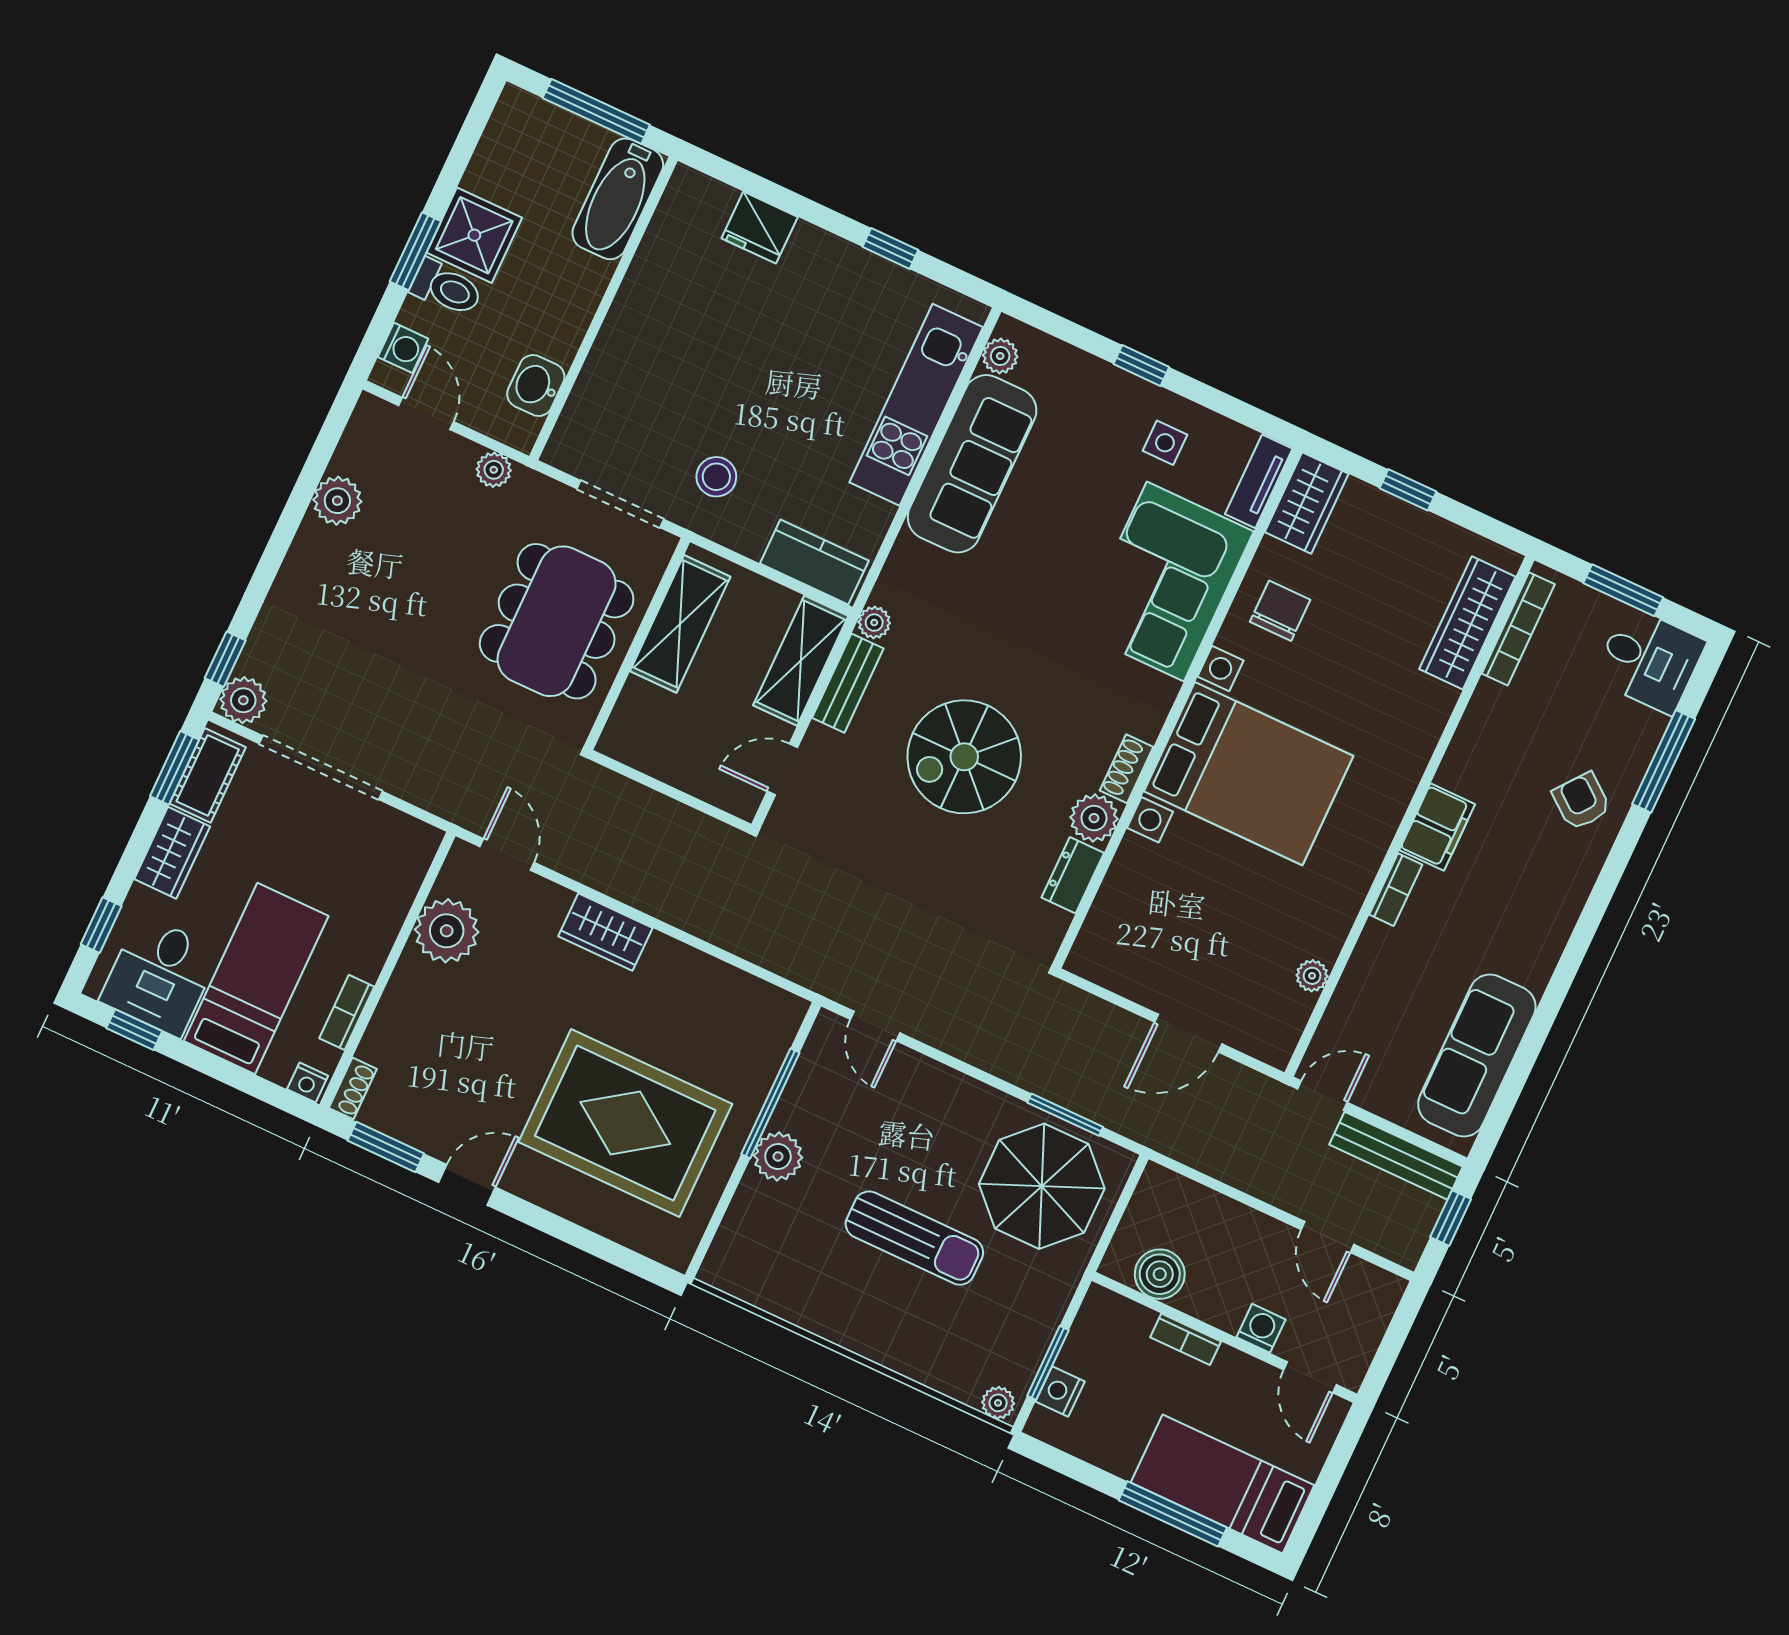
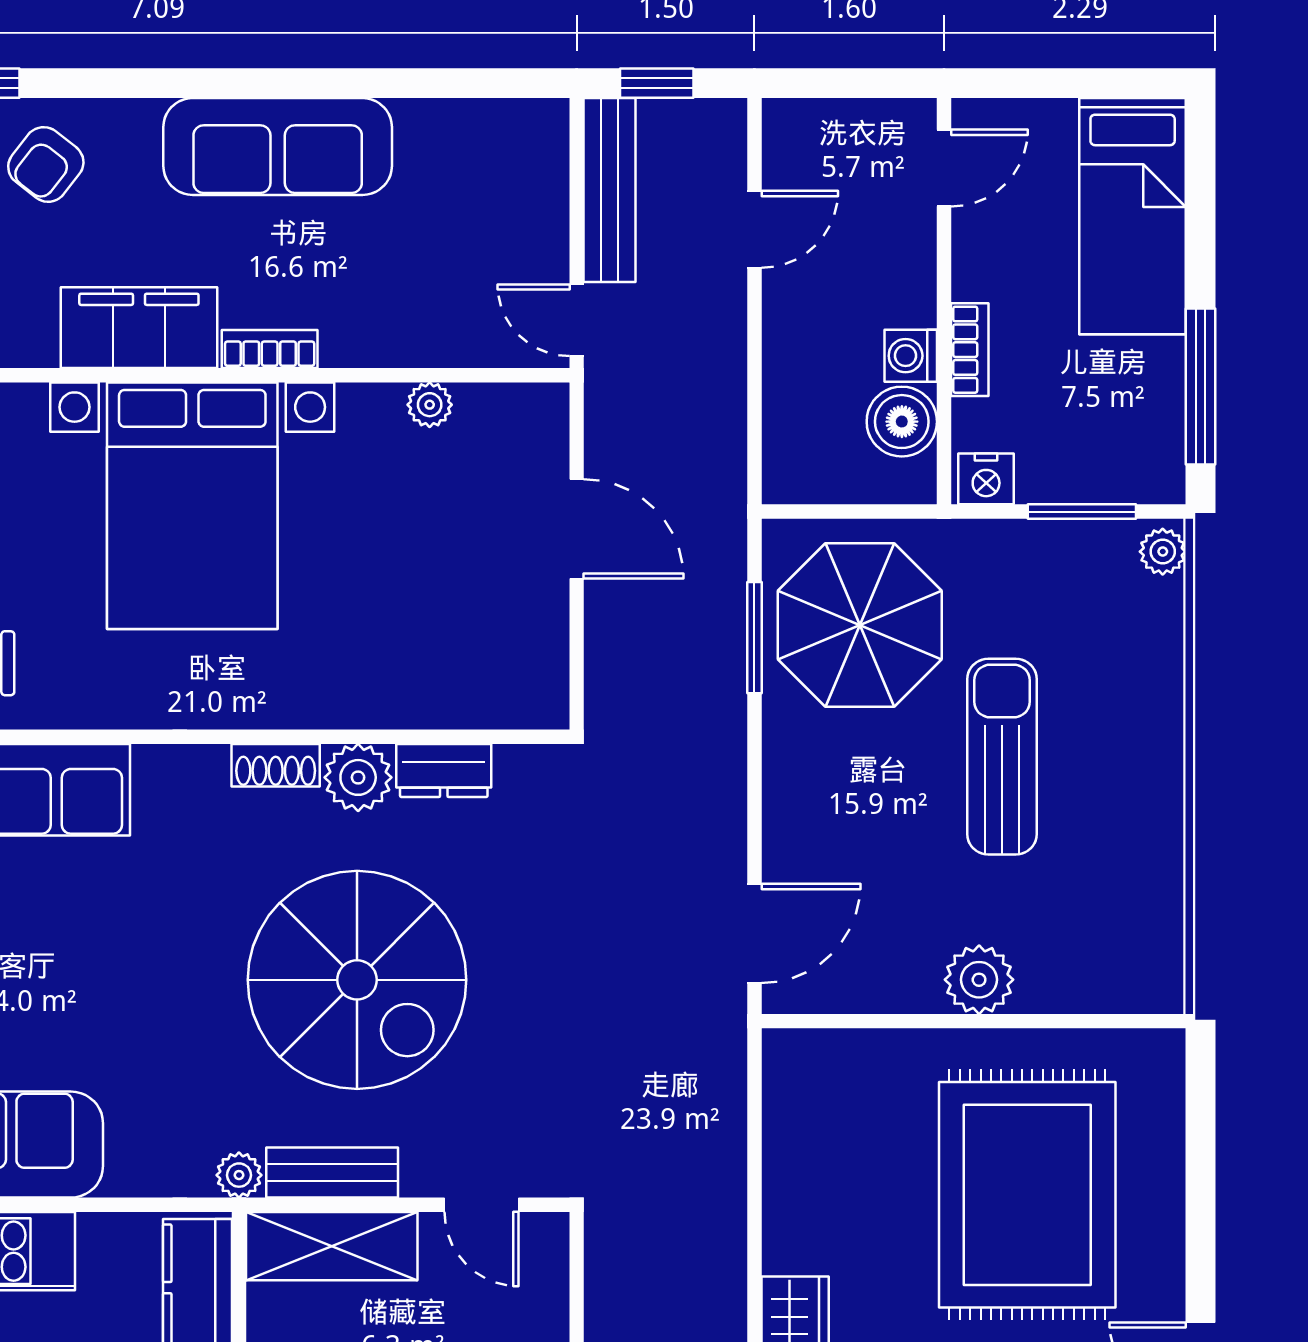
spiral stairs: (964, 757) -> (357, 980), width x1.37, depth x1.37
bed with nightstands: (1249, 774) -> (192, 506), moved, turned 180
filing cabinet: (1437, 827) -> (139, 328), width x1.50, depth x1.17
door: (875, 1026) -> (754, 933), width x1.38
sofa: (1477, 1056) -> (278, 147), moved
window: (770, 1103) -> (916, 1021), removed
washing machine: (1261, 1328) -> (911, 356), moved
nightstand: (1060, 1391) -> (986, 479), moved
window: (1173, 1514) -> (1201, 387), moved

